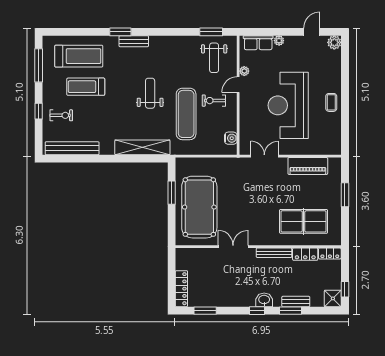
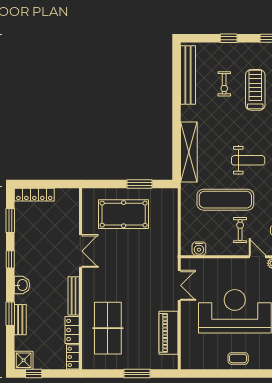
exercise bike: (61, 115) -> (224, 84), moved
pool table: (199, 207) -> (124, 214), width x0.73, depth x0.76
window: (257, 311) -> (10, 259), moved

